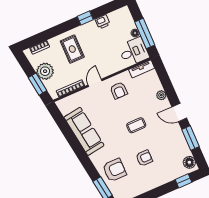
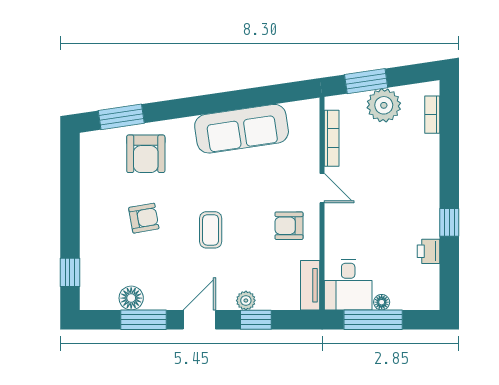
rug: (72, 49) -> (403, 173), removed
window: (168, 87) -> (256, 320), added
armchair: (144, 158) -> (144, 218), turned -100
floor lamp: (189, 162) -> (131, 298), moved

